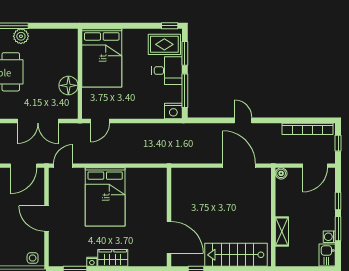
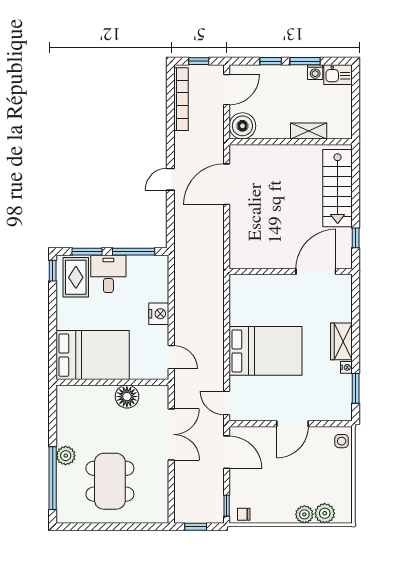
nightstand: (173, 111) -> (159, 314), moved
door: (315, 166) -> (227, 90), hinge flipped
boiler: (281, 173) -> (242, 126), width x1.86, depth x1.86

